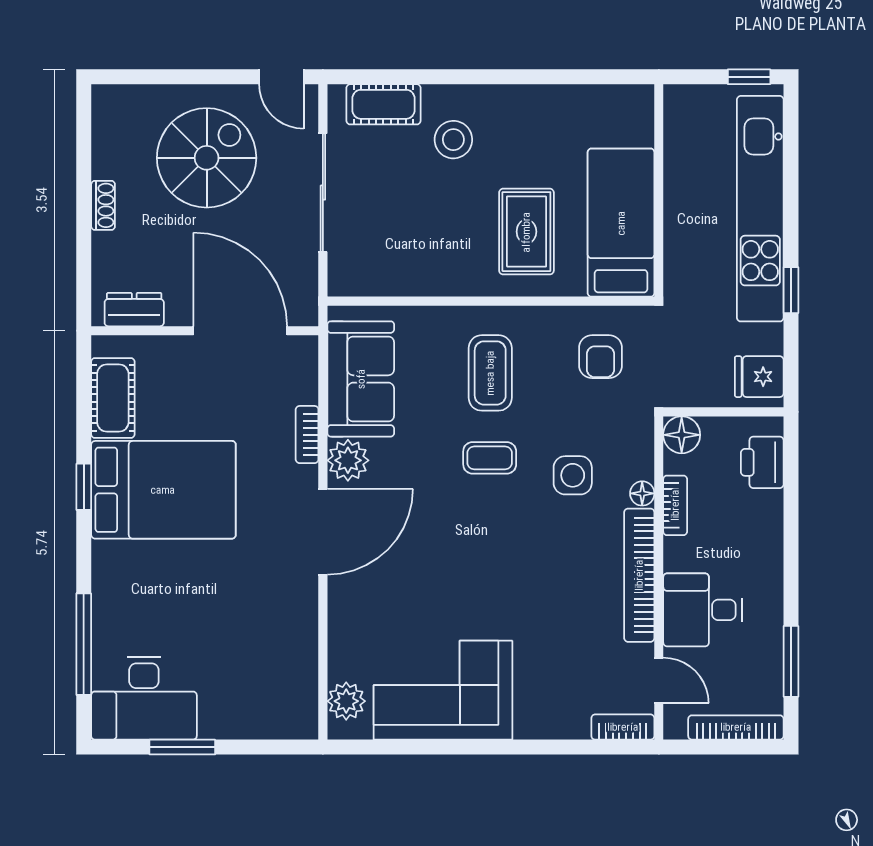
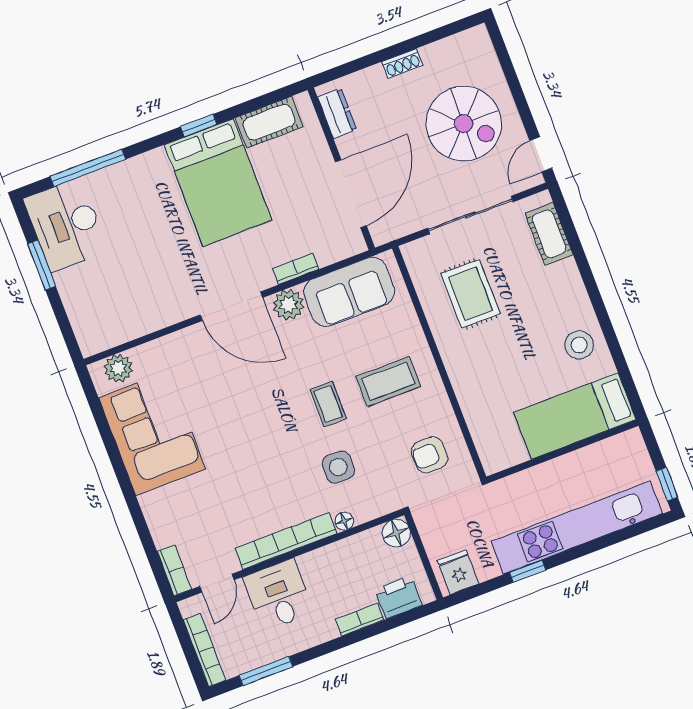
stool: (453, 140) -> (579, 345), moved
bed: (621, 223) -> (575, 416), moved, turned 180
rug: (526, 232) -> (471, 294), moved, turned 90
bookcase: (675, 505) -> (360, 620), moved, turned 180

